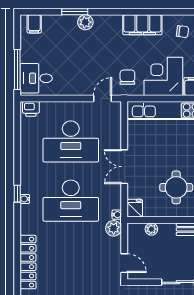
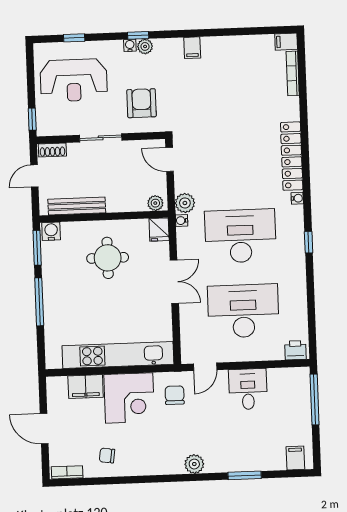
plant: (85, 22) -> (194, 464), moved
filing cabinet: (142, 25) -> (158, 462), removed
chair: (127, 77) -> (175, 395), turned 180
desk: (36, 78) -> (248, 389), moved, turned -90
water cooler: (25, 199) -> (297, 198), moved
plant: (151, 229) -> (155, 203), moved

